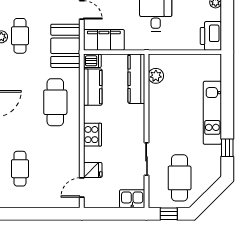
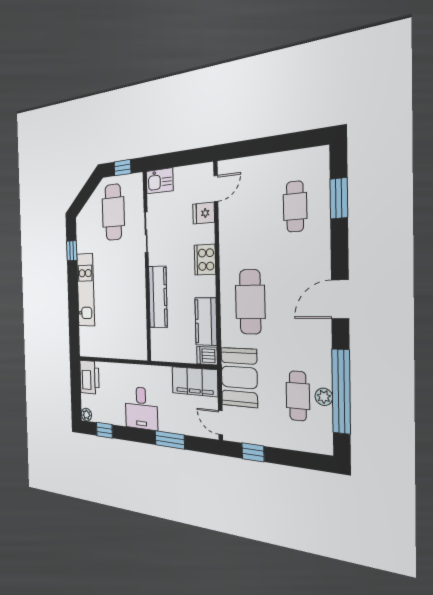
plant: (156, 76) -> (139, 334), removed
kitchen counter: (136, 79) -> (158, 297), moved

